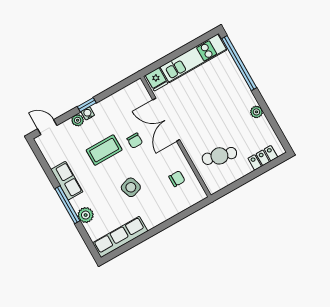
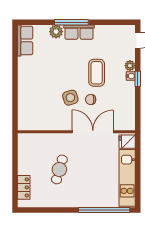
plant: (256, 112) -> (61, 202), removed
cafe table: (219, 156) -> (59, 169), moved
chair: (177, 179) -> (45, 115), removed
row of seats: (67, 181) -> (79, 32), moved
side table: (131, 187) -> (70, 98), moved
row of seats: (120, 237) -> (25, 40), width x0.68

